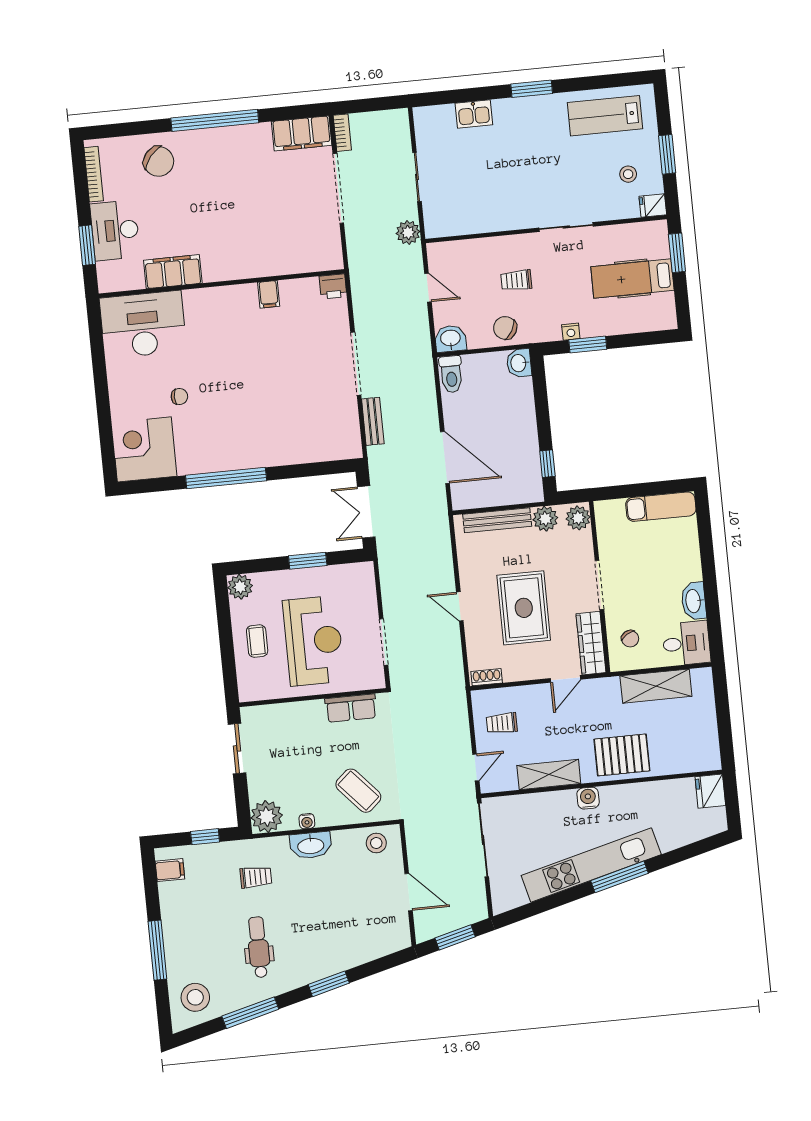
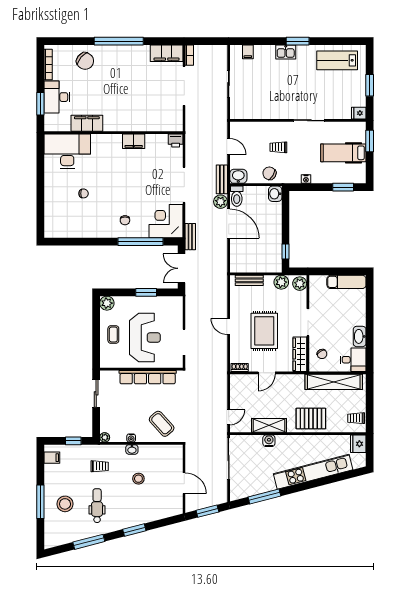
kitchen sink: (474, 114) -> (286, 52), moved
filing cabinet: (445, 116) -> (248, 52), added
stool: (628, 174) -> (347, 94), removed
plant: (408, 232) -> (221, 202), moved
filing cabinet: (269, 294) -> (134, 141), width x2.00
window: (588, 344) -> (343, 187), moved
bench: (422, 347) -> (222, 179), added
bench: (373, 421) -> (190, 237), moved
chair: (257, 437) -> (125, 220), added
corner desk: (144, 449) -> (166, 221), moved
door: (445, 457) -> (229, 224), moved
window: (226, 478) -> (141, 242), moved
bench: (497, 520) -> (249, 280), width x0.73
door: (565, 679) -> (267, 373), moved
shelving: (656, 686) -> (334, 382), width x1.47
row of seats: (351, 708) -> (148, 377), width x2.02
trolley: (502, 723) -> (356, 418), moved
water cooler: (588, 798) -> (269, 441), moved
plant: (267, 817) -> (105, 437), width x0.53, depth x0.53
stool: (376, 843) -> (138, 479), moved
washbasin: (311, 845) -> (132, 449), width x0.52, depth x0.69
kitchen unit: (591, 865) -> (313, 472), moved
window: (620, 877) -> (264, 496), moved
stool: (195, 997) -> (65, 504), moved

